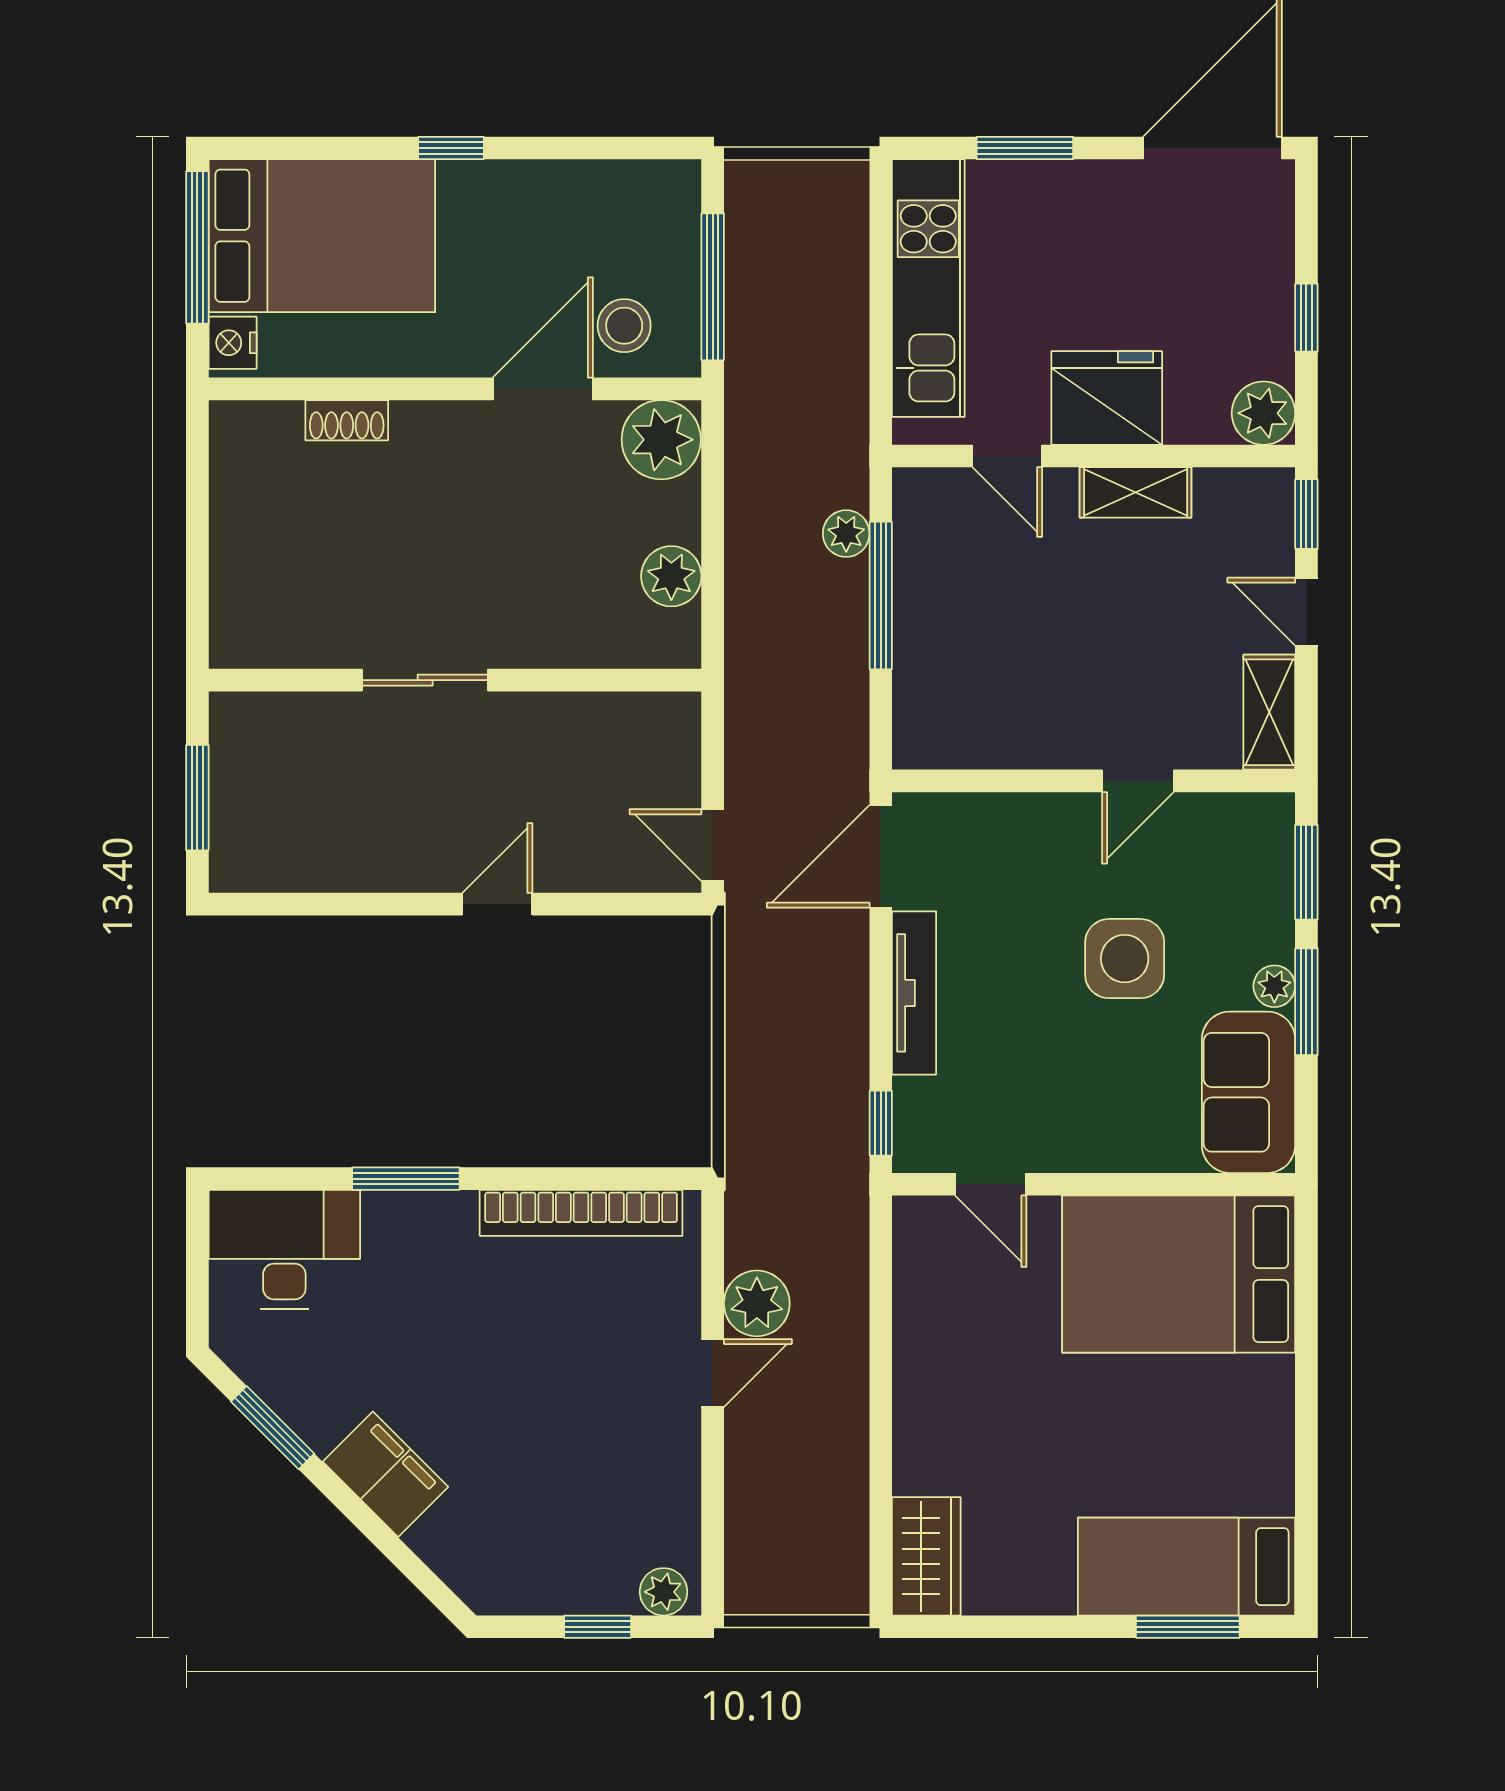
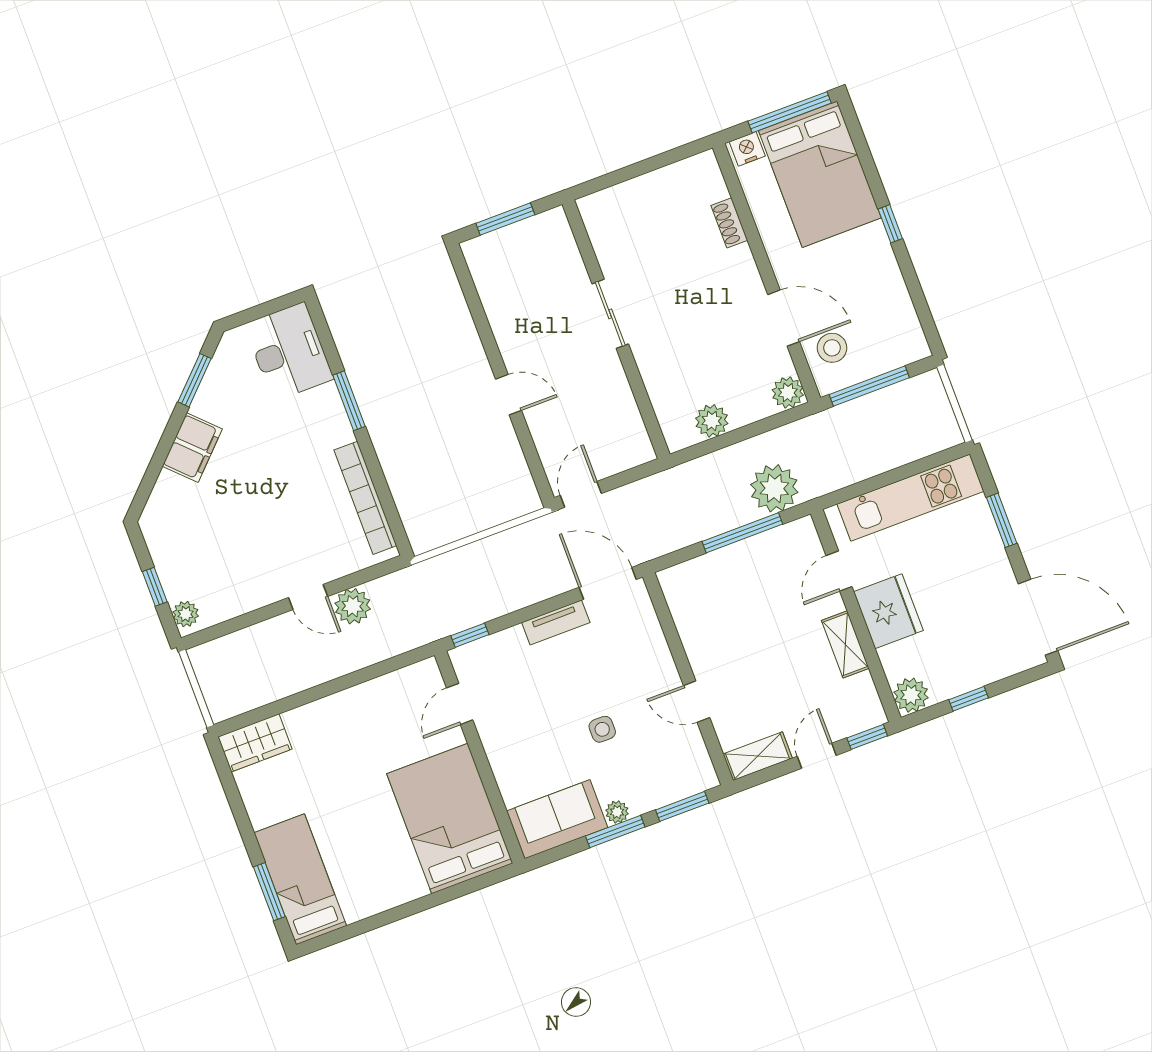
plant: (661, 440) -> (788, 393), width x0.73, depth x0.73
plant: (846, 534) -> (774, 488), width x1.88, depth x1.88
side table: (1125, 959) -> (602, 729), width x0.54, depth x0.54
tv unit: (914, 993) -> (556, 623), width x0.71

